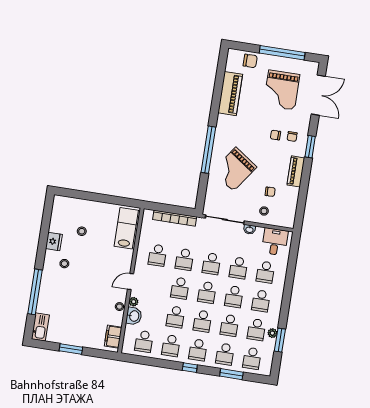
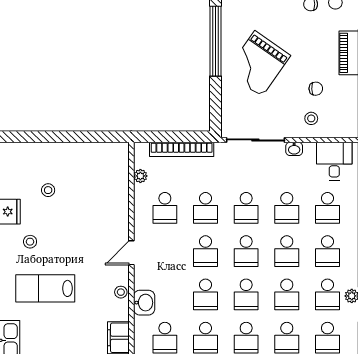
lab bench: (126, 228) -> (45, 288), moved, turned -90
plant: (134, 302) -> (140, 176), moved

